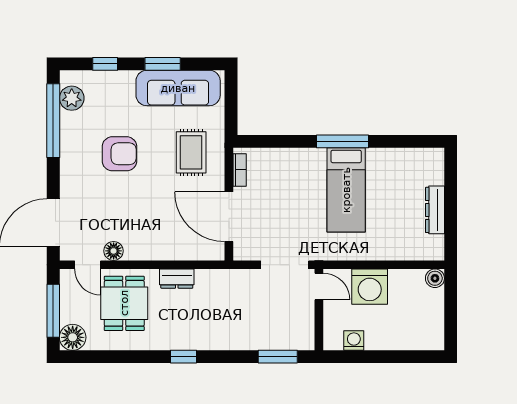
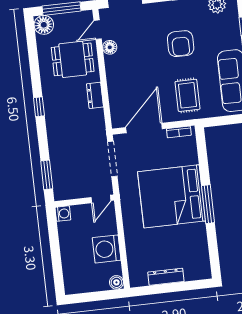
rug: (191, 152) -> (188, 95), turned 90
bed: (346, 190) -> (171, 196), width x2.04
doorway: (285, 265) -> (112, 159), moved
washing machine: (370, 287) -> (107, 249), moved
washing machine: (354, 341) -> (63, 214), moved

